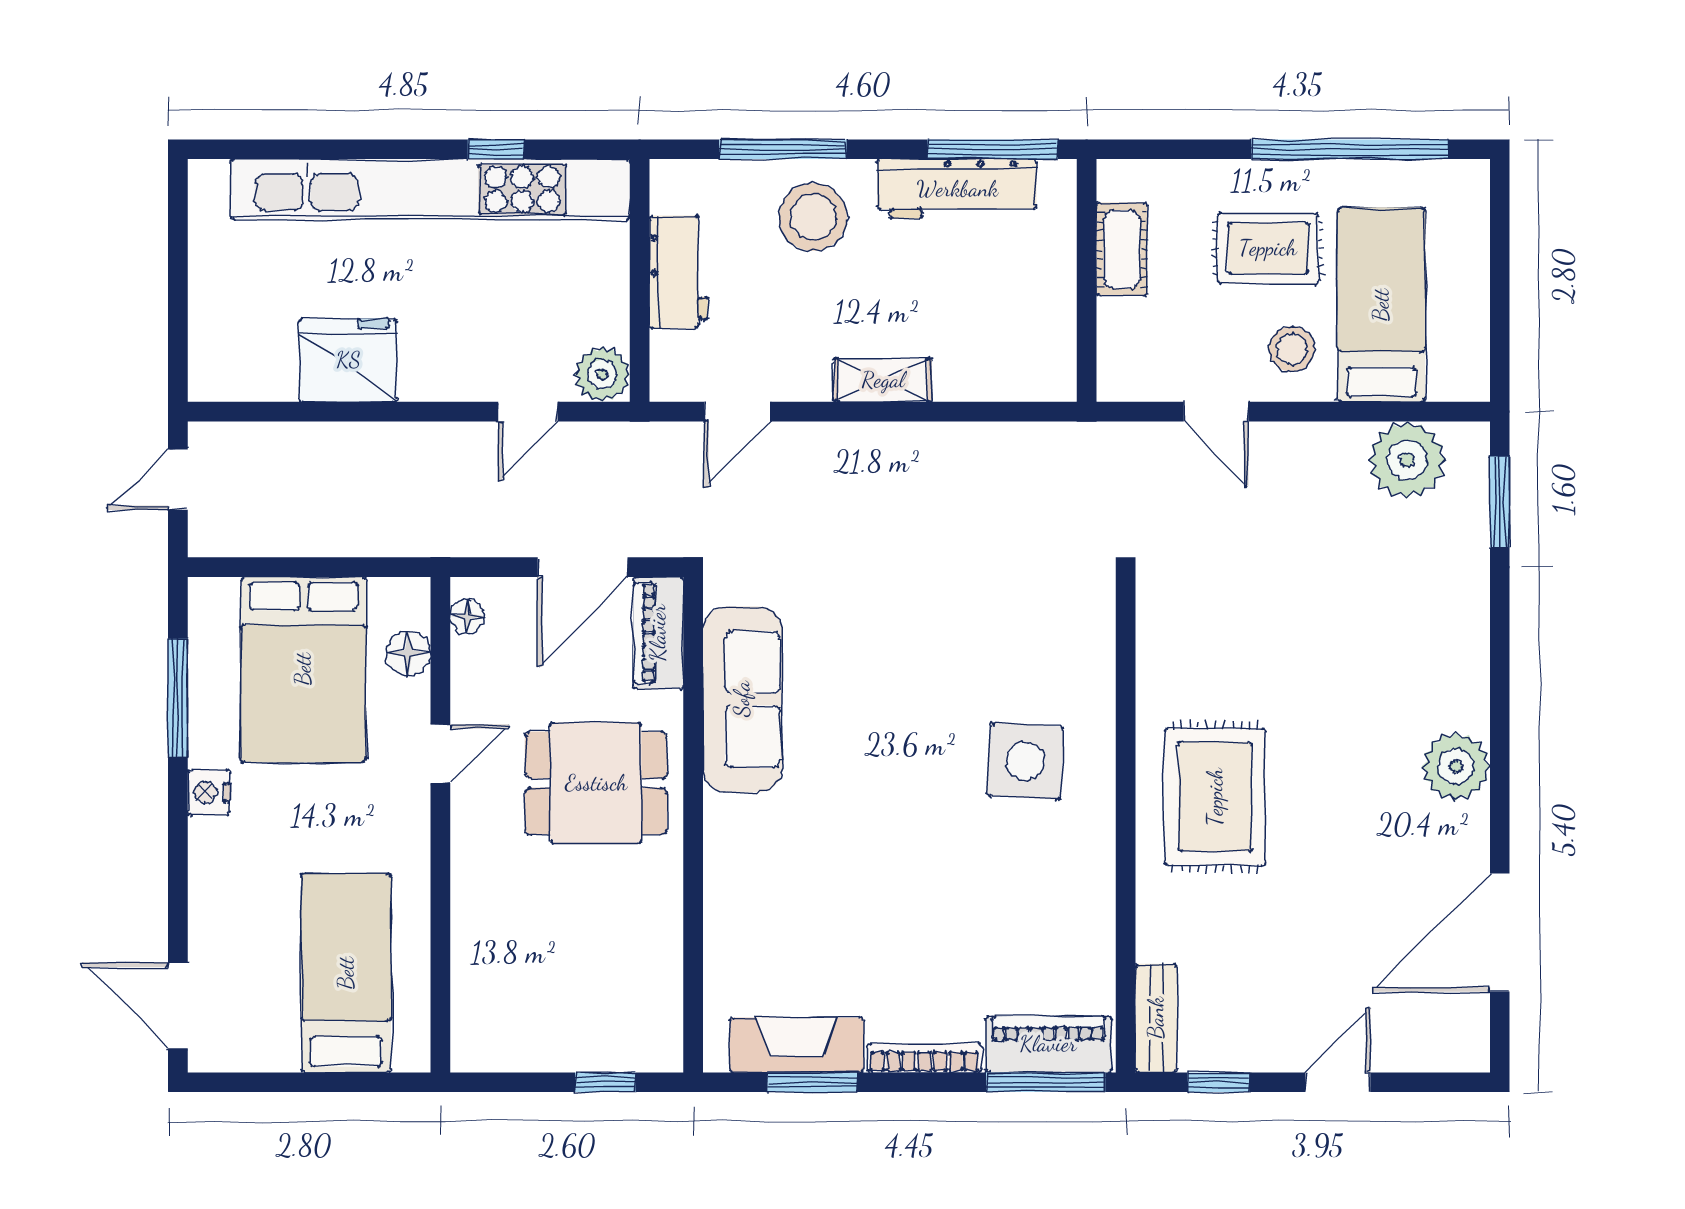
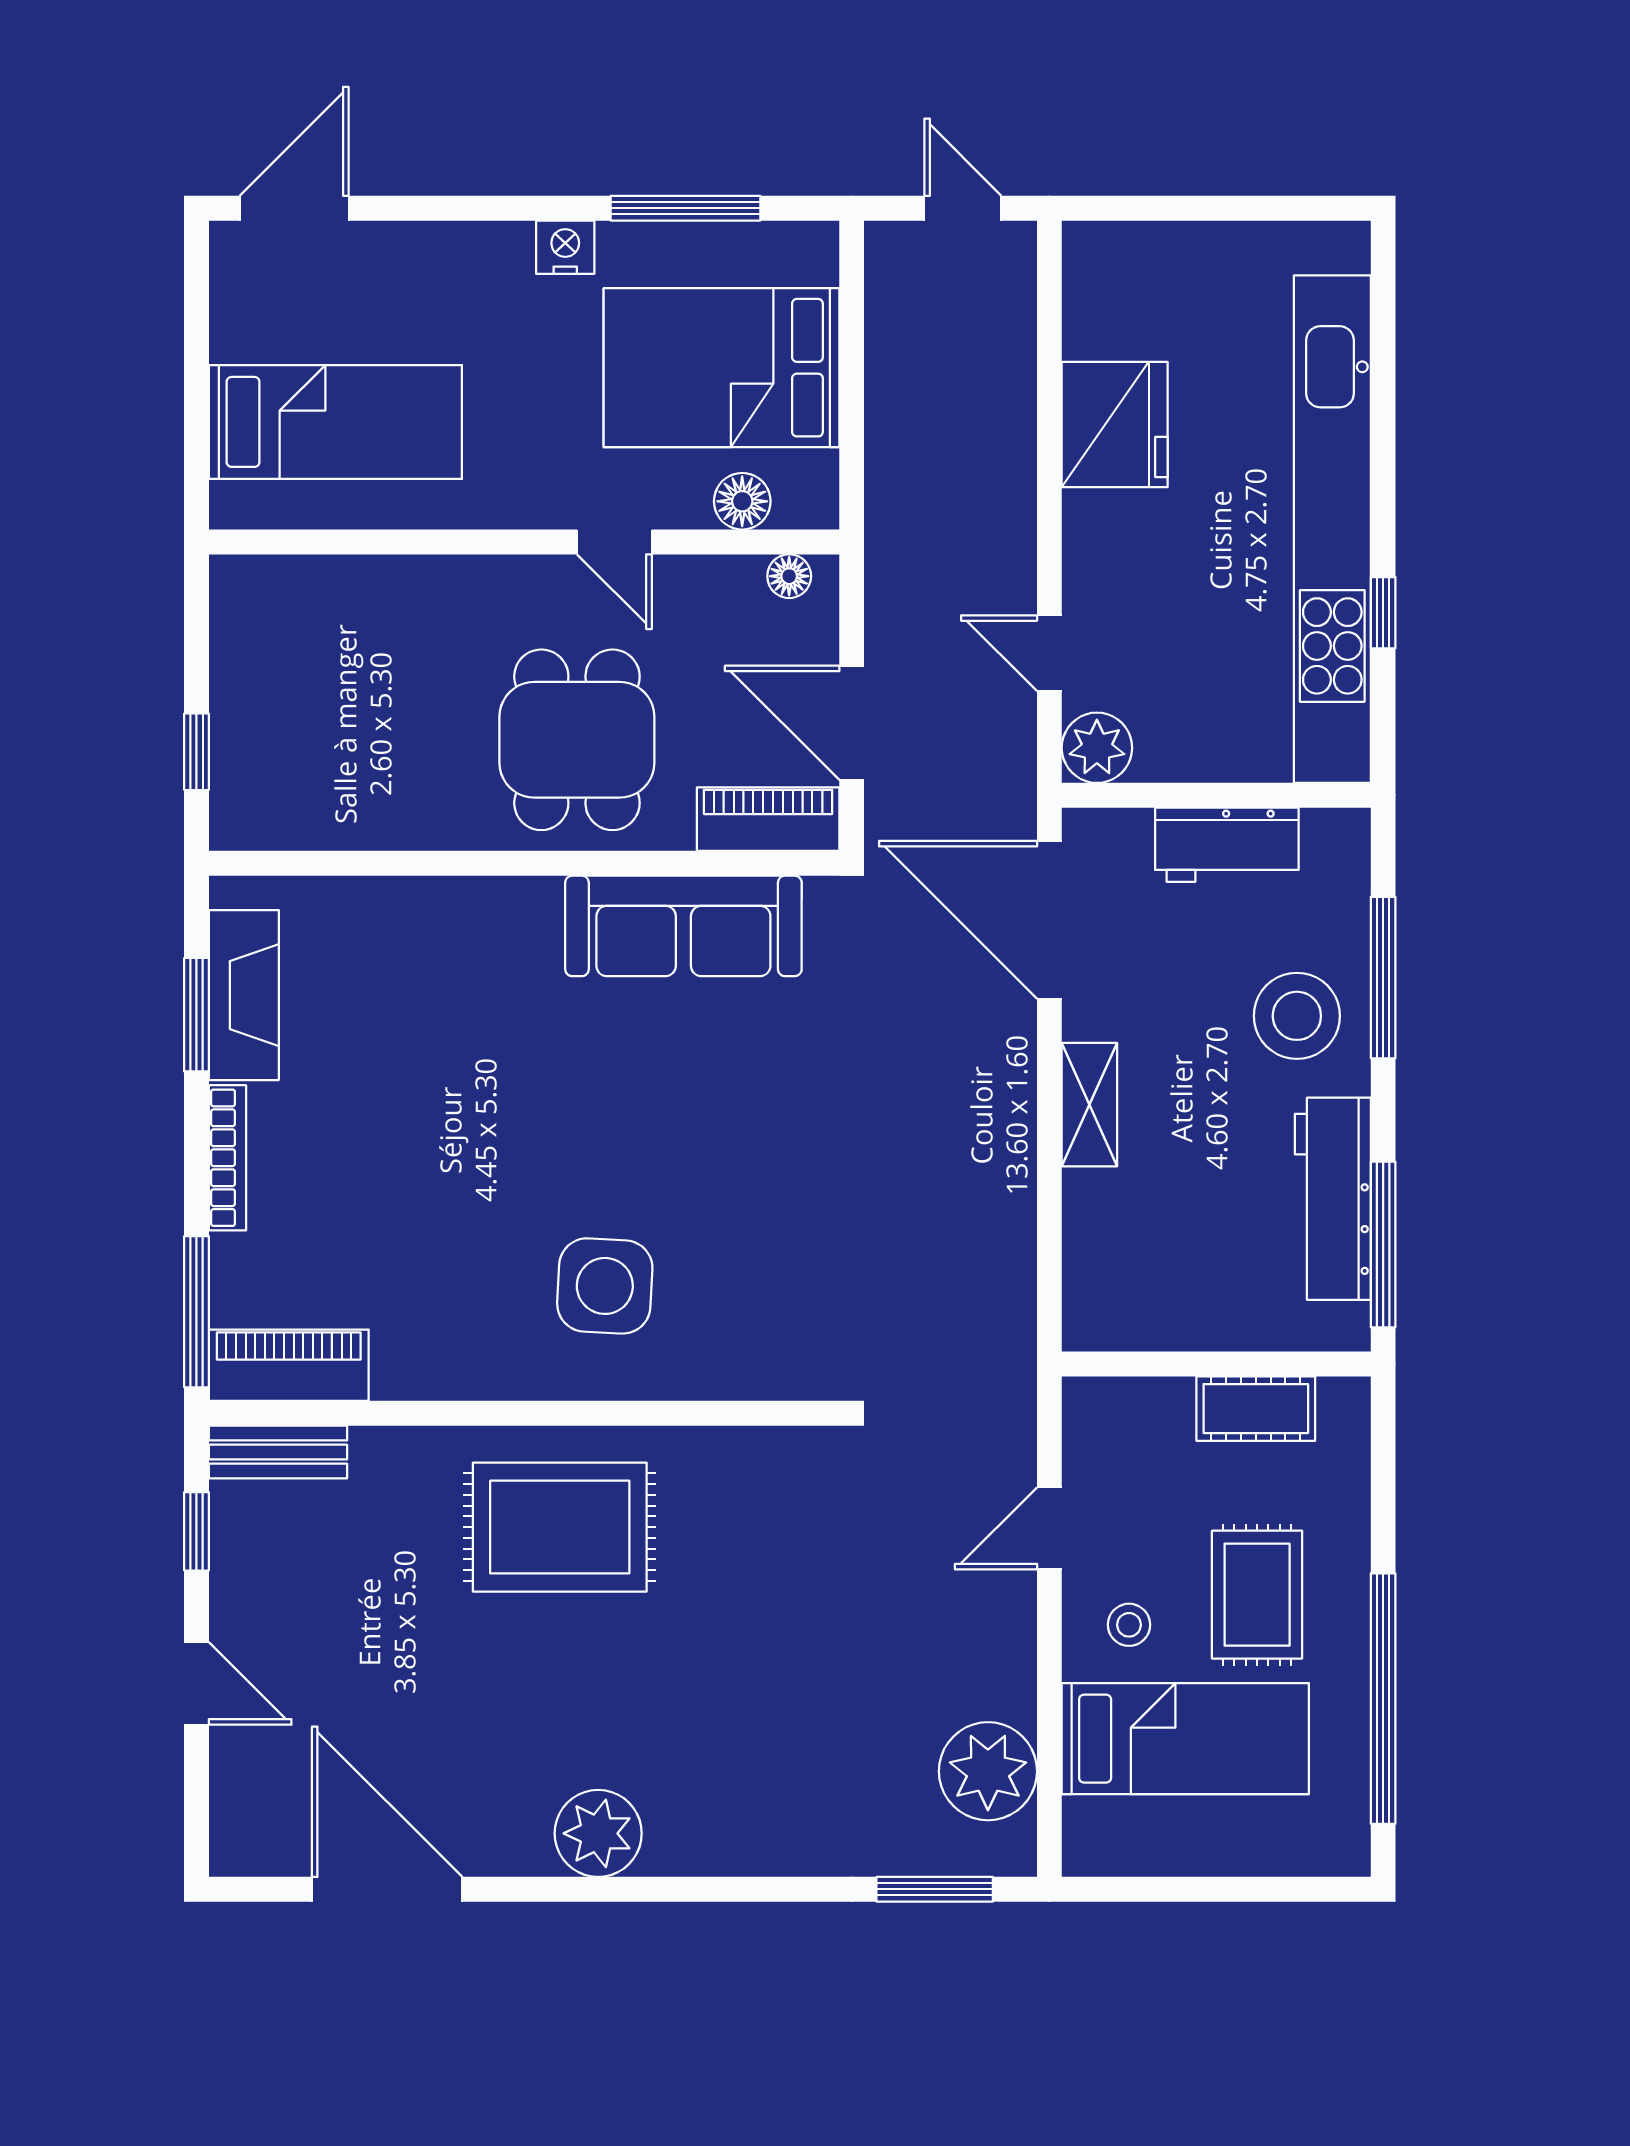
stool: (1292, 349) -> (1129, 1625), width x0.73, depth x0.73
door: (737, 412) -> (1049, 920), width x1.87
piano: (1048, 1044) -> (289, 1365), moved, turned -90

